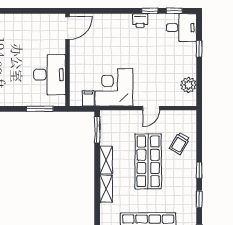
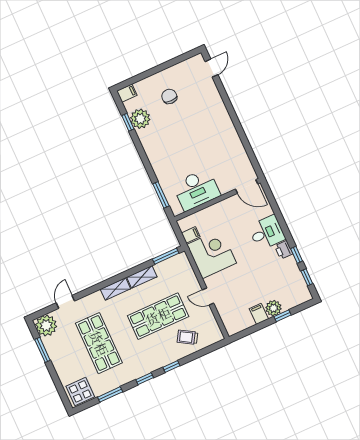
desk: (181, 28) -> (267, 233), moved, turned -90
filing cabinet: (188, 69) -> (259, 314), added
plant: (188, 85) -> (273, 308), moved

